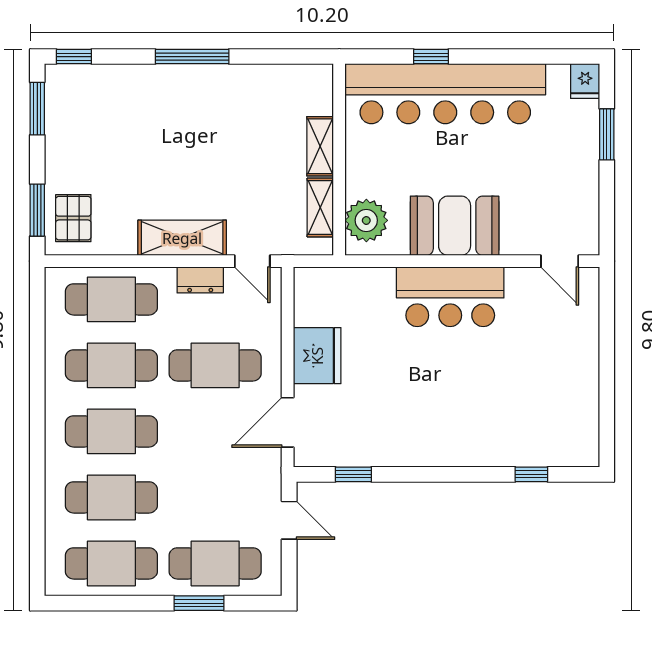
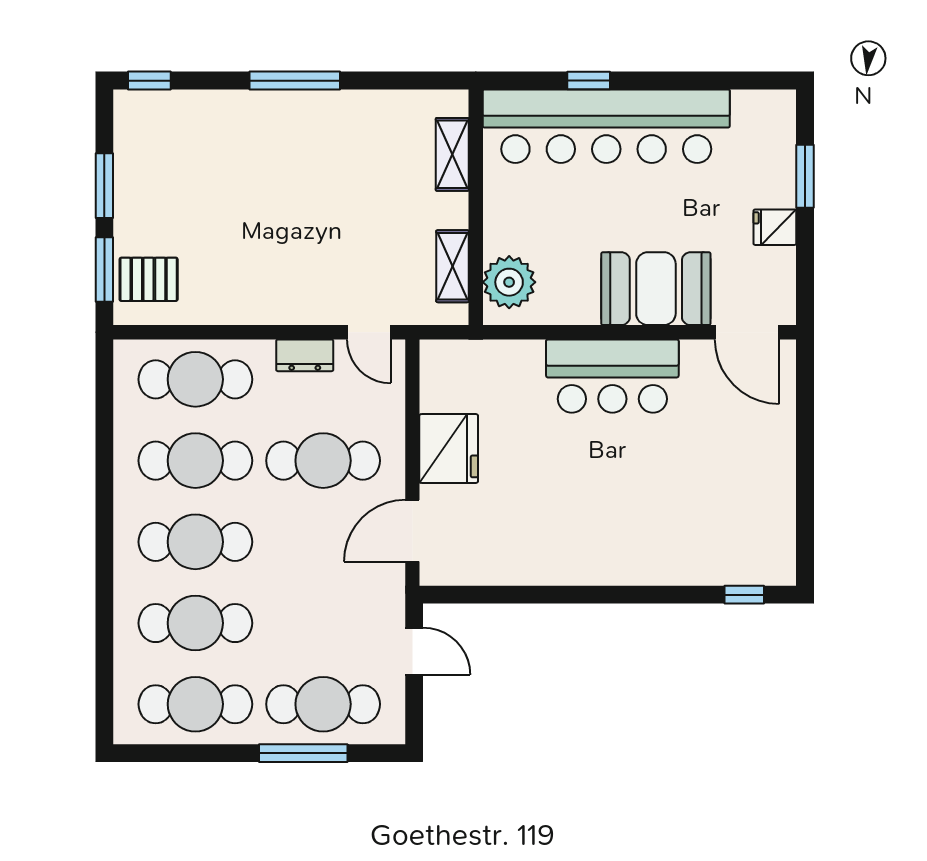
fridge: (585, 81) -> (775, 227), moved, turned 90
window: (37, 109) -> (104, 186), moved
shelving: (320, 146) -> (452, 154), moved
pallet: (73, 218) -> (149, 279), turned 90
booth: (455, 226) -> (656, 289), moved
shelving: (182, 238) -> (282, 303), removed
door: (560, 261) -> (747, 332), width x1.37
window: (353, 474) -> (493, 595), removed
window: (531, 474) -> (744, 595), moved
window: (199, 603) -> (303, 753), width x1.44

